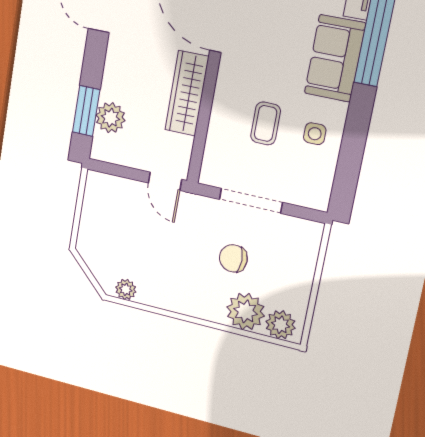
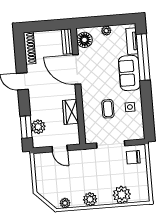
wardrobe: (187, 93) -> (71, 112), width x0.67
door: (165, 181) -> (60, 148), moved
chair: (233, 258) -> (133, 157), moved
plant: (281, 325) -> (90, 199), moved

